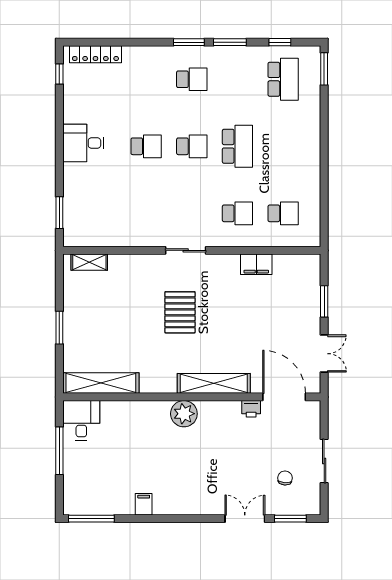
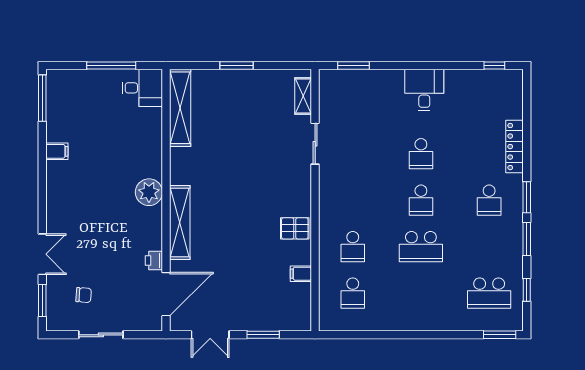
locker: (95, 54) -> (515, 147), moved
sliding door: (186, 250) -> (315, 144), moved
filing cabinet: (256, 264) -> (301, 274), width x0.50
pallet: (180, 312) -> (295, 228), moved, width x0.67, depth x0.71

